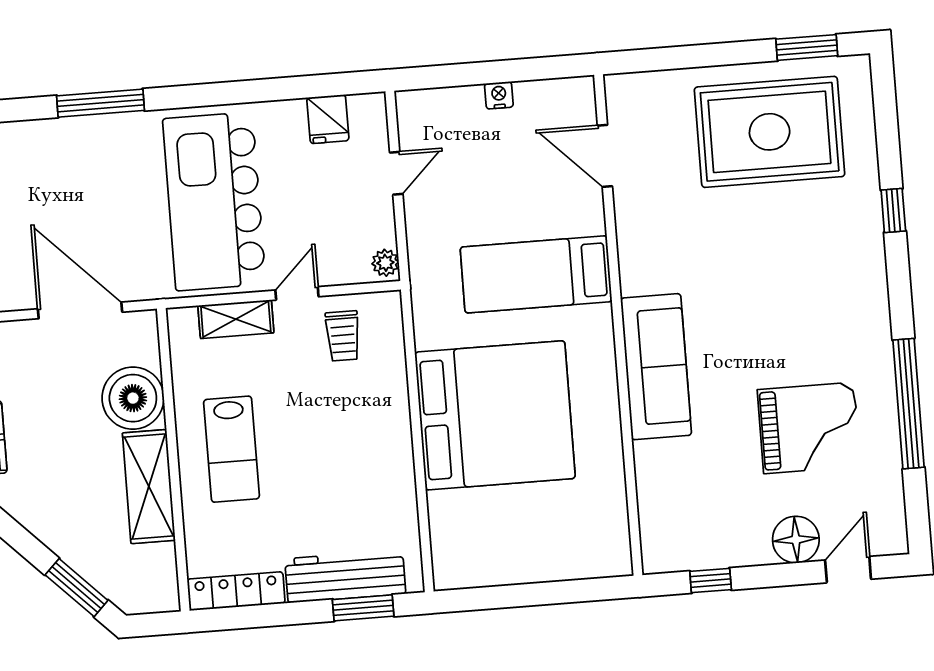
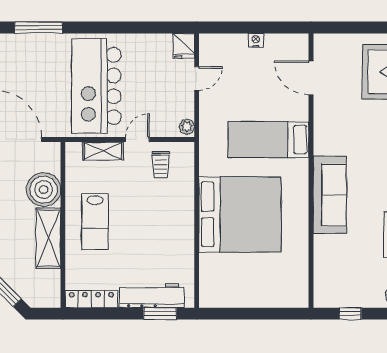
fridge: (328, 119) -> (184, 46), moved

